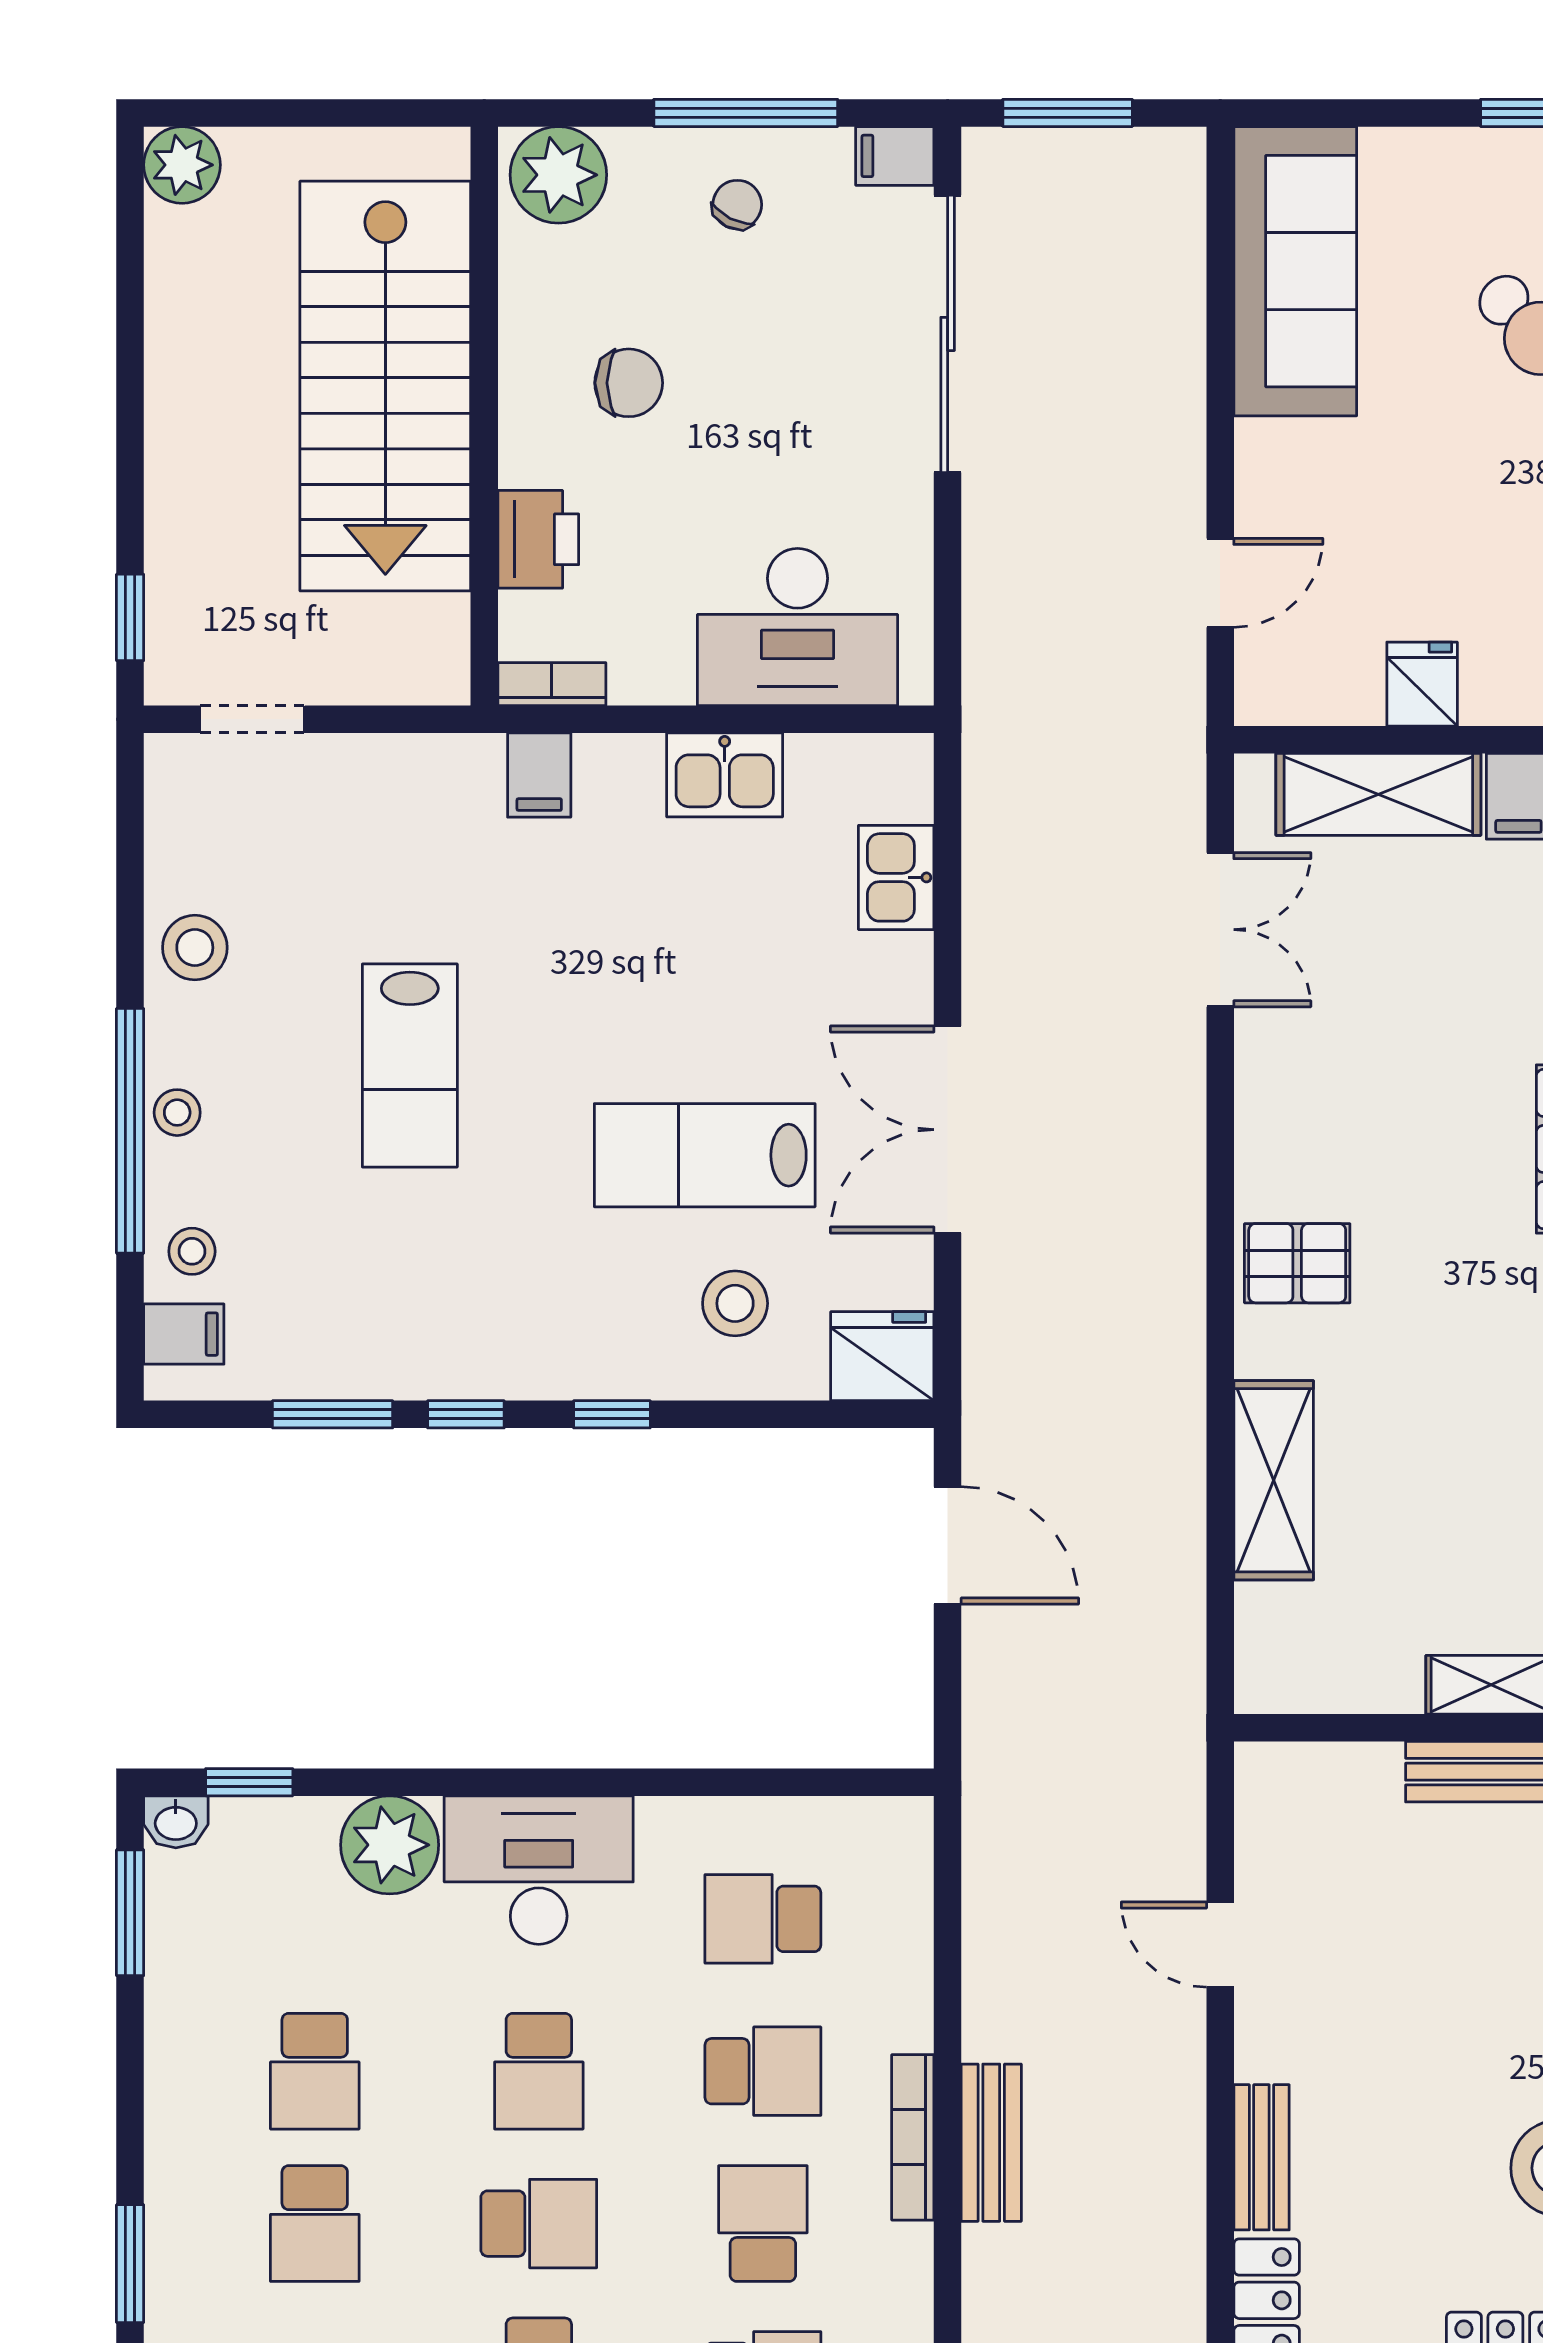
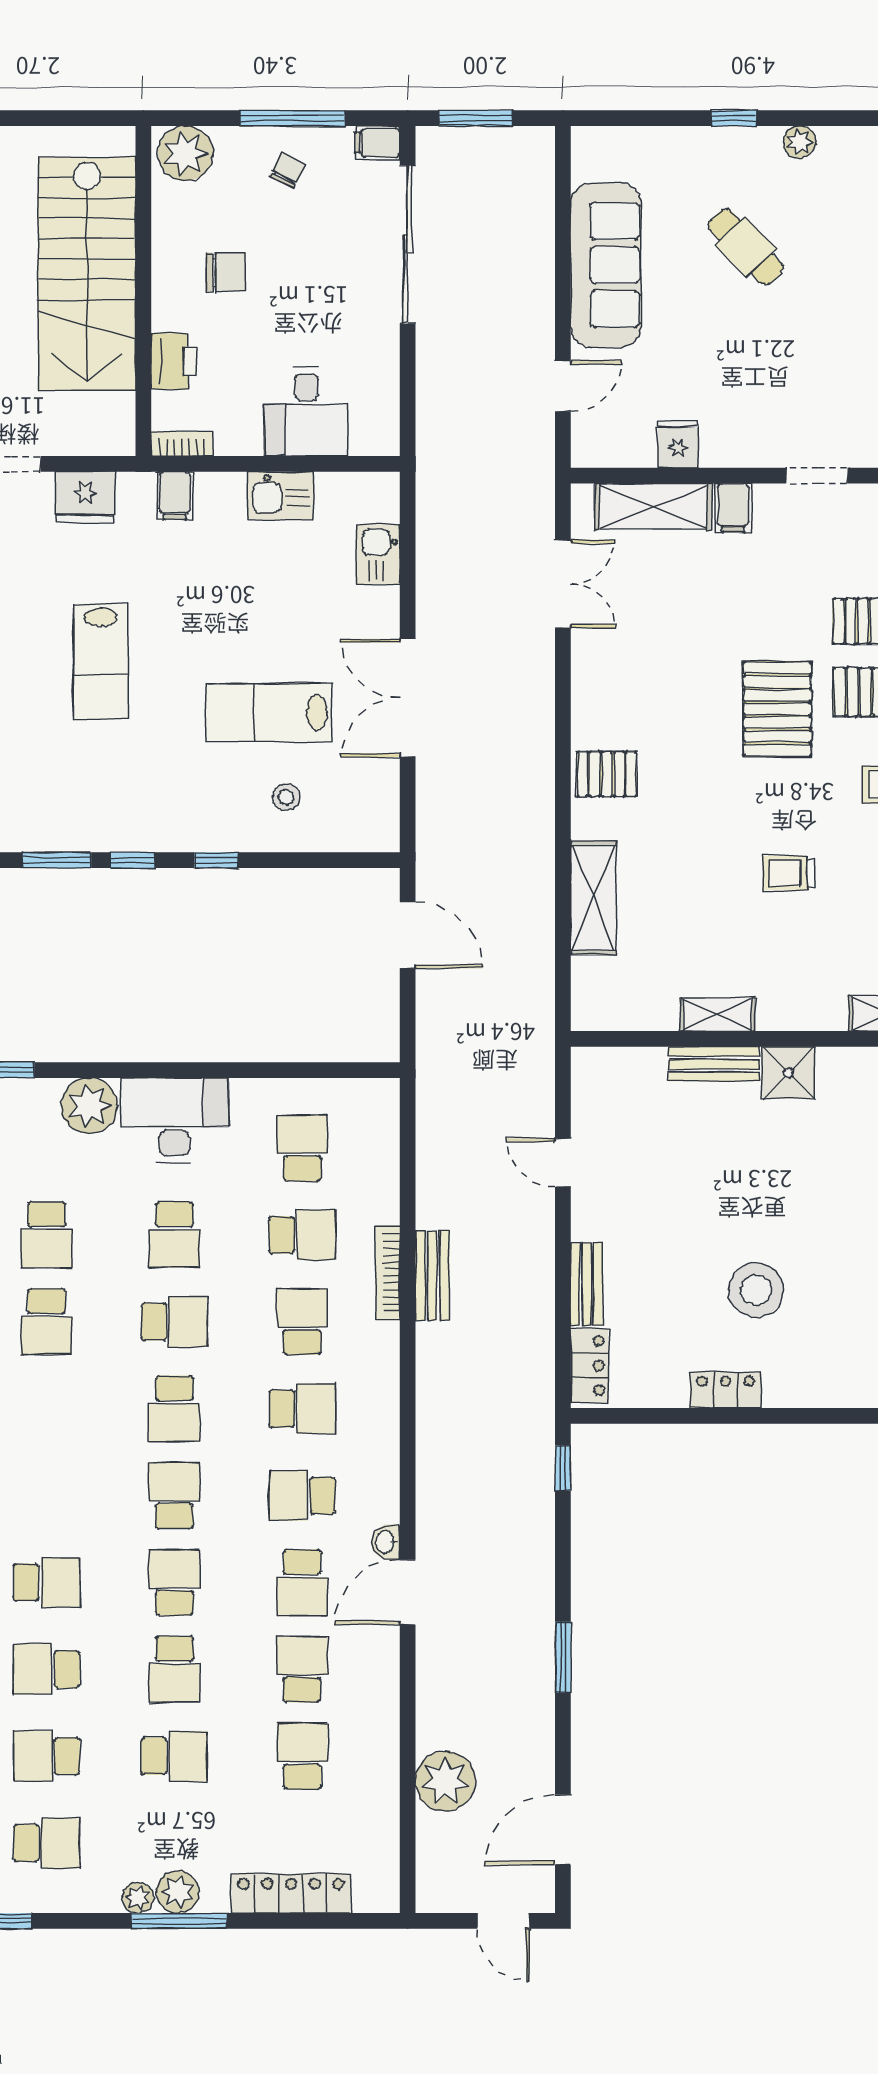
sofa: (1295, 271) -> (606, 265), moved
desk: (798, 627) -> (306, 411), width x0.73
stool: (735, 1303) -> (286, 797), width x0.73, depth x0.73
fridge: (882, 1356) -> (85, 497), moved, turned 180
school desk: (763, 1919) -> (302, 1148), turned 90

